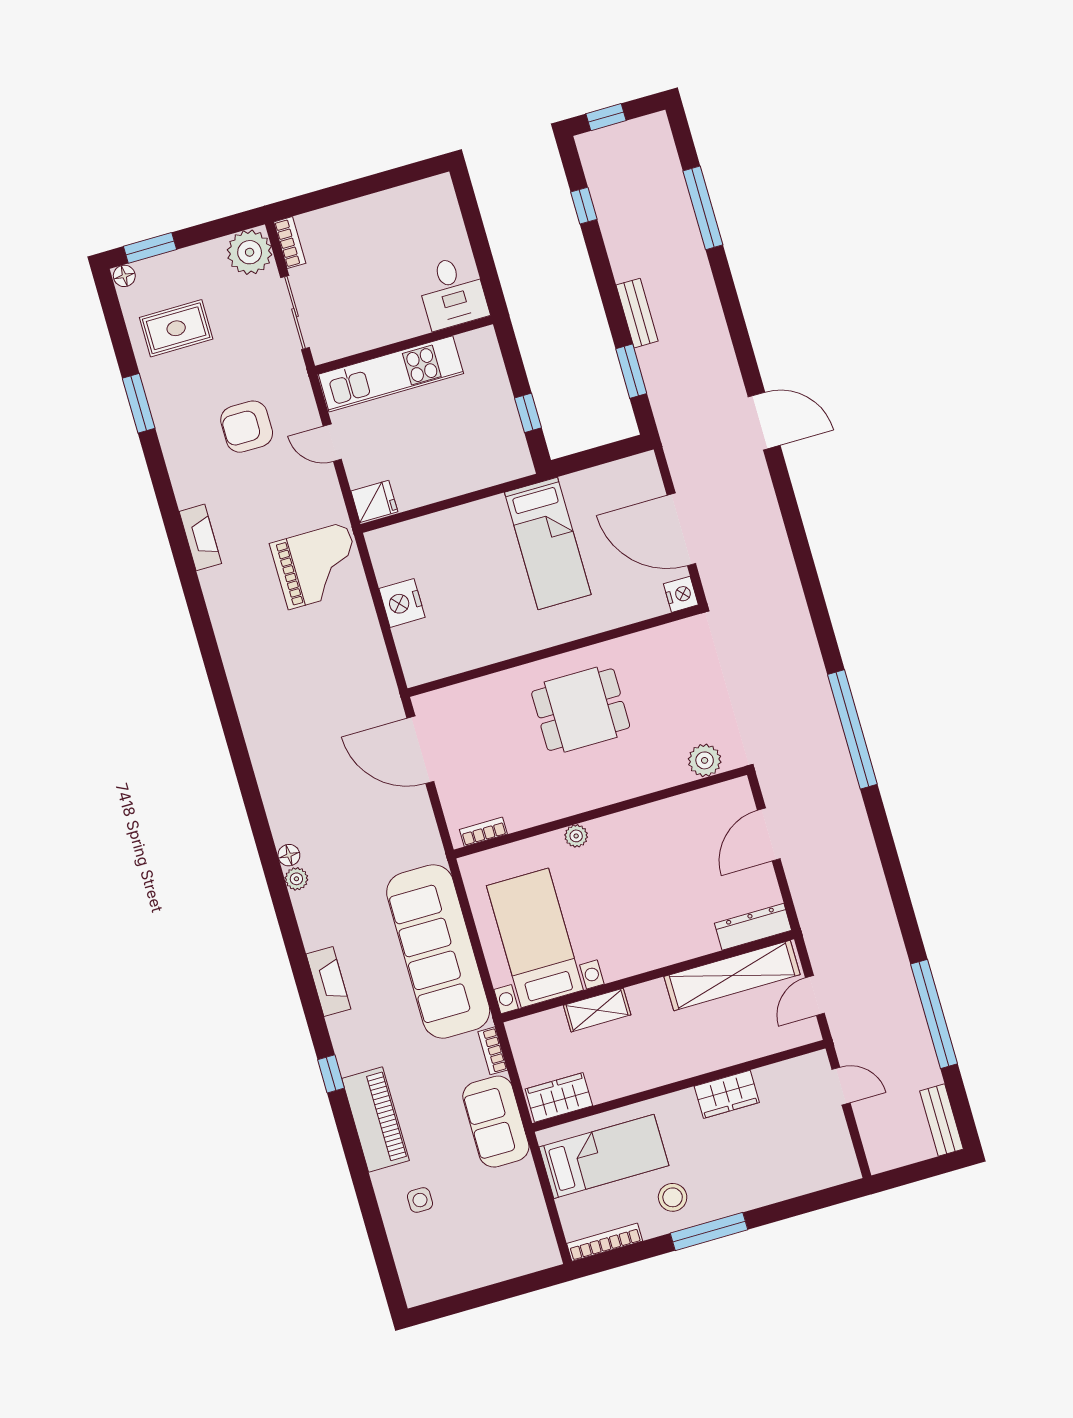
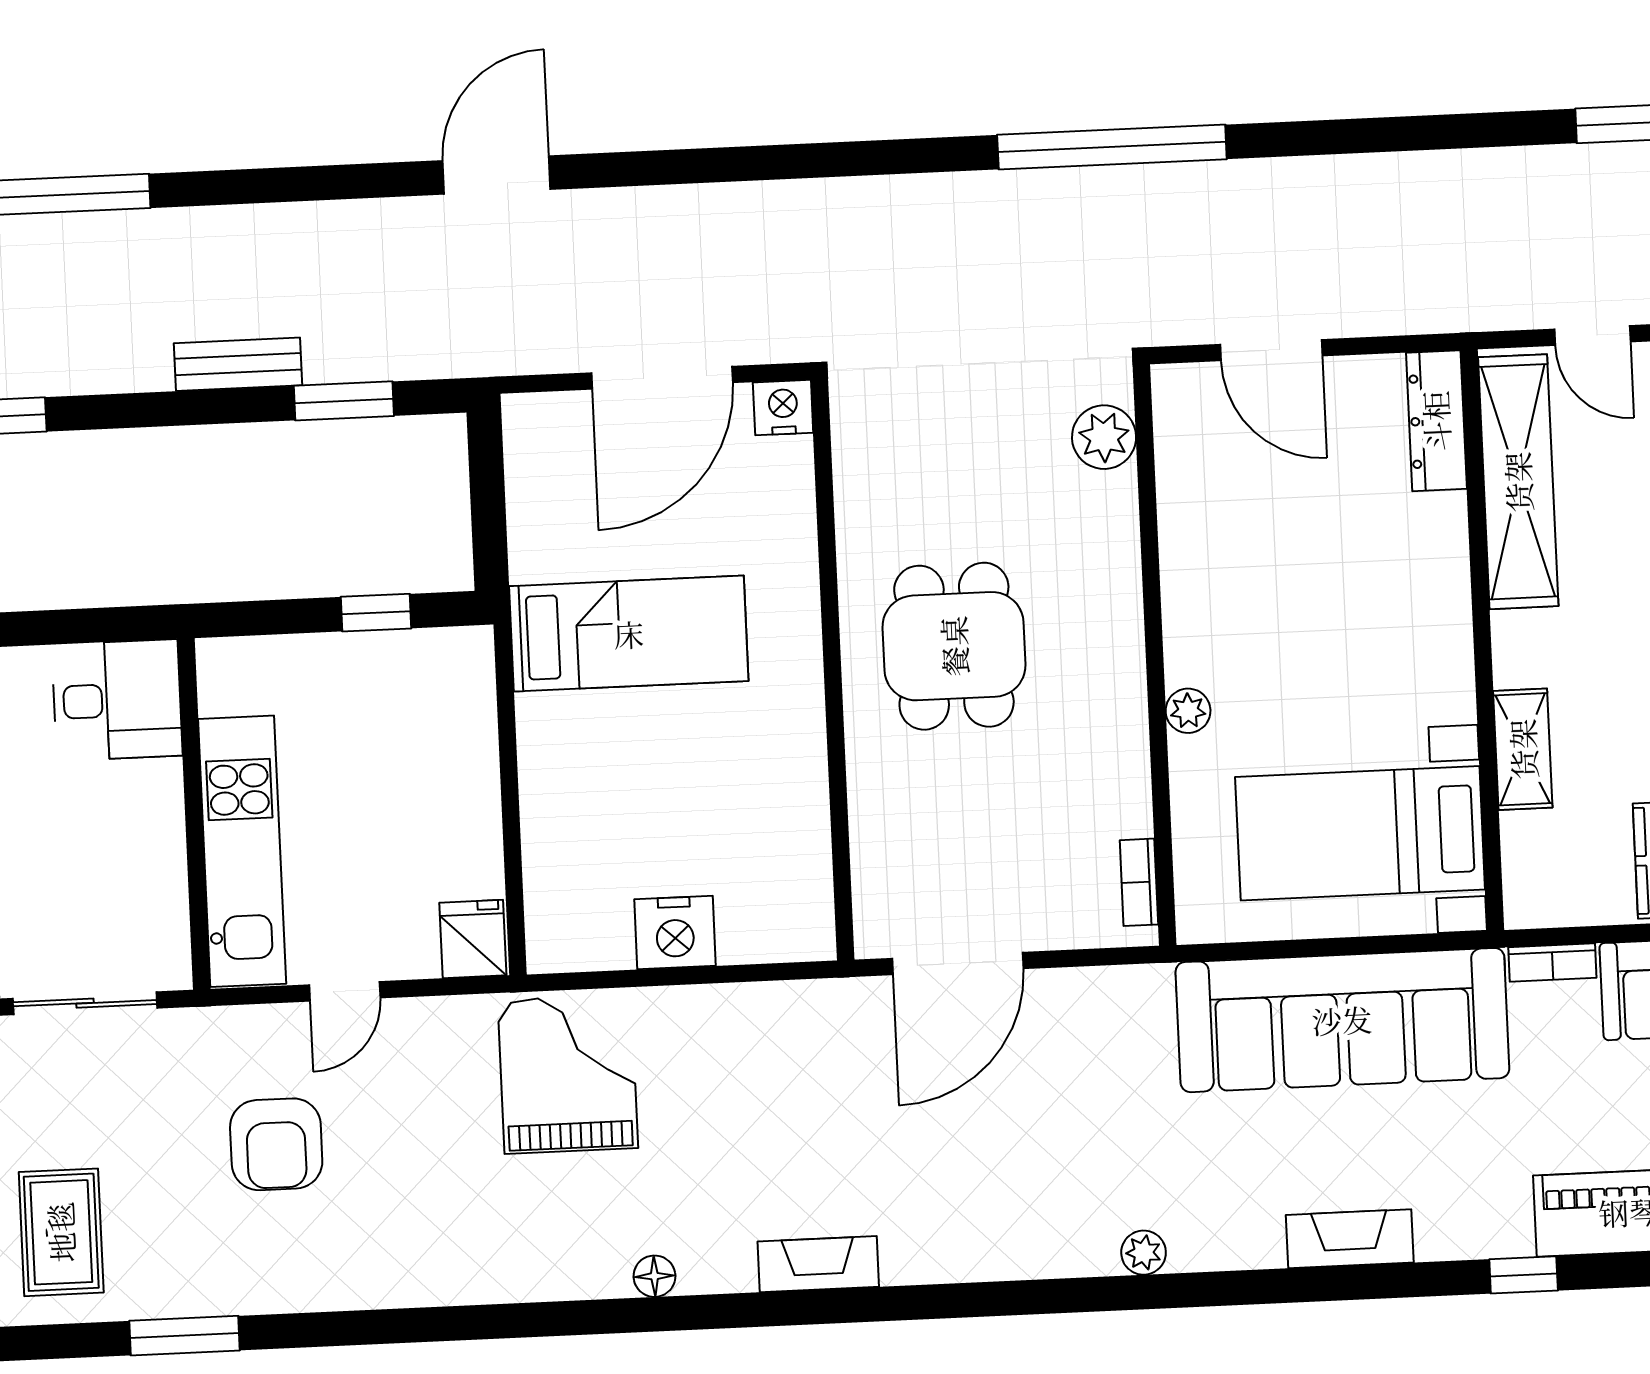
fireplace: (200, 537) -> (818, 1264), moved
floor lamp: (289, 855) -> (654, 1276), moved

